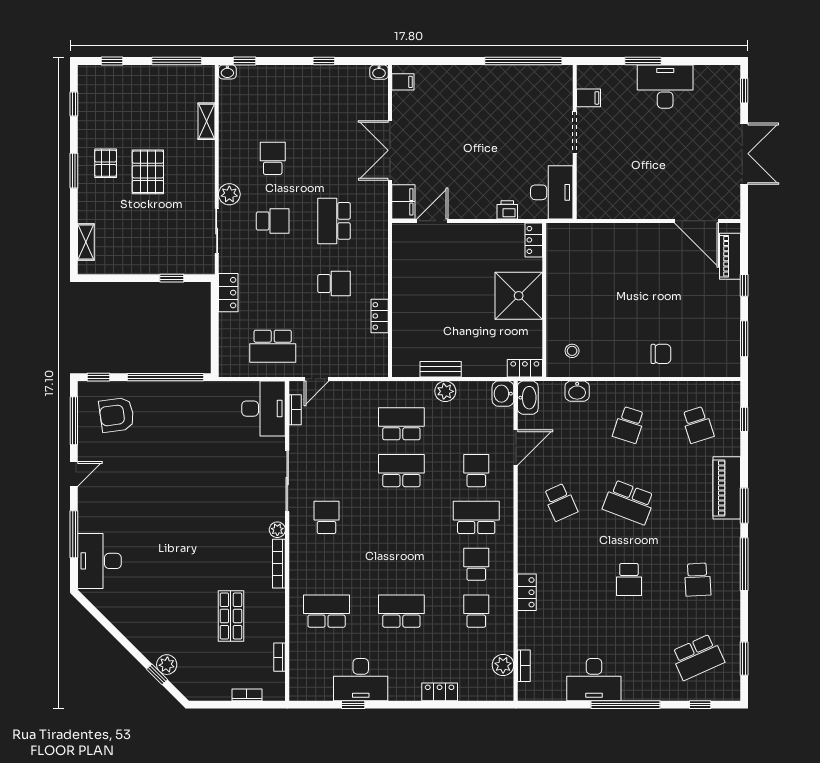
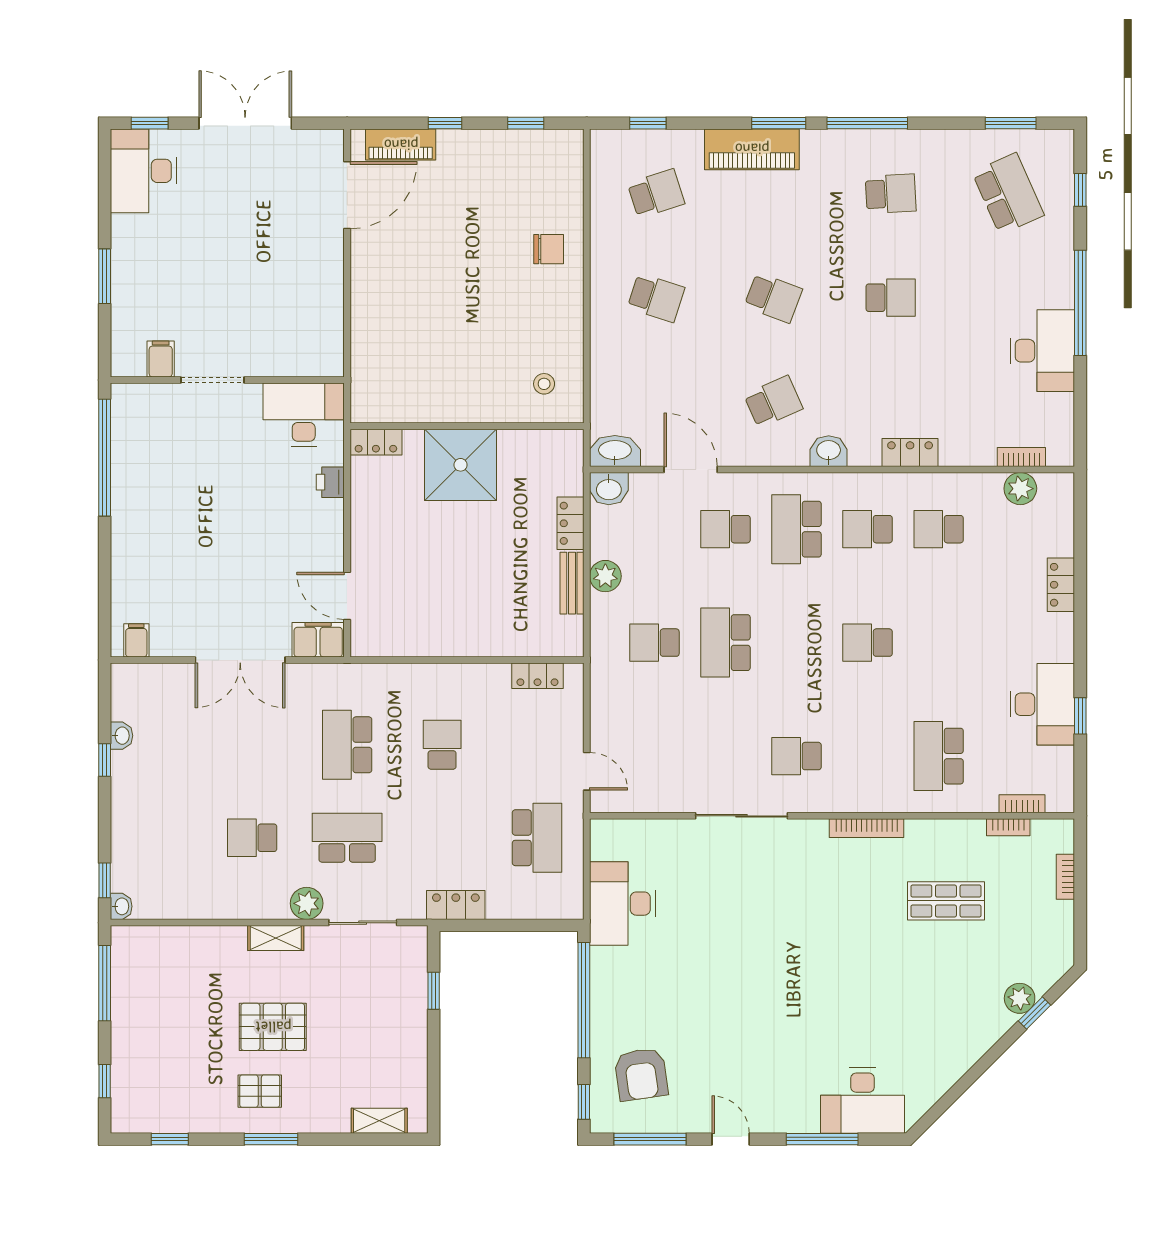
washbasin: (379, 72) -> (122, 736), moved
desk: (665, 87) -> (143, 171), moved
shelving: (207, 121) -> (276, 938), moved
school desk: (273, 221) -> (347, 838), width x1.85
school desk: (334, 221) -> (347, 745), turned 90
locker: (380, 316) -> (537, 676), moved
window: (744, 339) -> (526, 123), width x0.67
chair: (661, 354) -> (549, 249), turned 90
locker: (525, 368) -> (570, 523), moved
washbasin: (577, 391) -> (829, 451), moved, turned -90
desk: (264, 409) -> (622, 904), moved, turned -90
bookcase: (295, 410) -> (1022, 804), moved
school desk: (401, 424) -> (655, 643), width x0.54
school desk: (629, 502) -> (773, 298), width x0.54
plant: (277, 530) -> (815, 831), removed
school desk: (401, 611) -> (868, 643), moved, width x0.54

